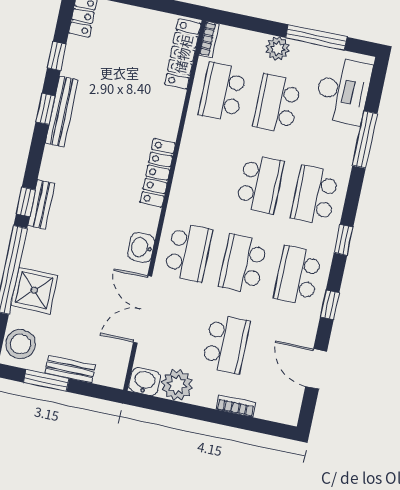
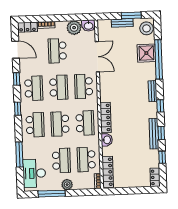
school desk: (222, 92) -> (86, 160), turned 180
school desk: (205, 172) -> (85, 123), added
window: (26, 202) -> (160, 106), moved
washbasin: (141, 247) -> (107, 140), moved
locker: (278, 411) -> (27, 27), added

